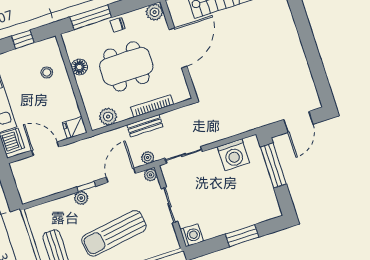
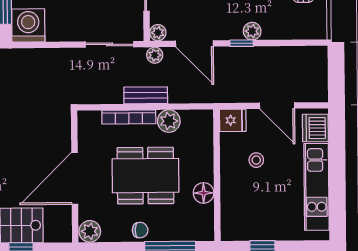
stool: (47, 72) -> (256, 160), moved
plant: (108, 117) -> (169, 121), moved
washing machine: (233, 155) -> (28, 25), moved
door: (121, 175) -> (194, 44), hinge flipped

